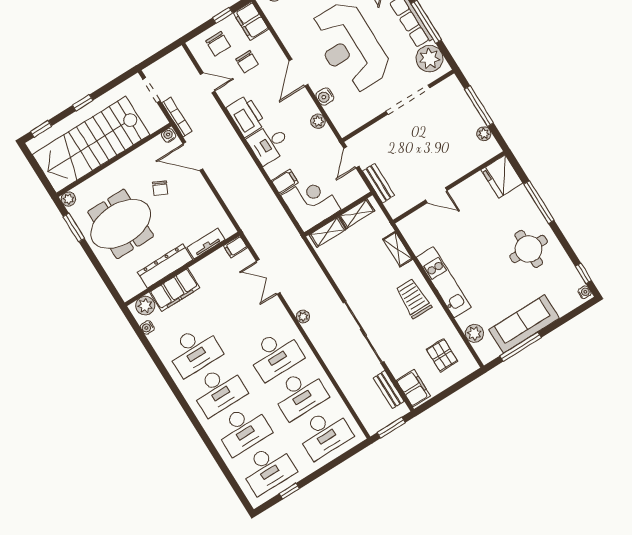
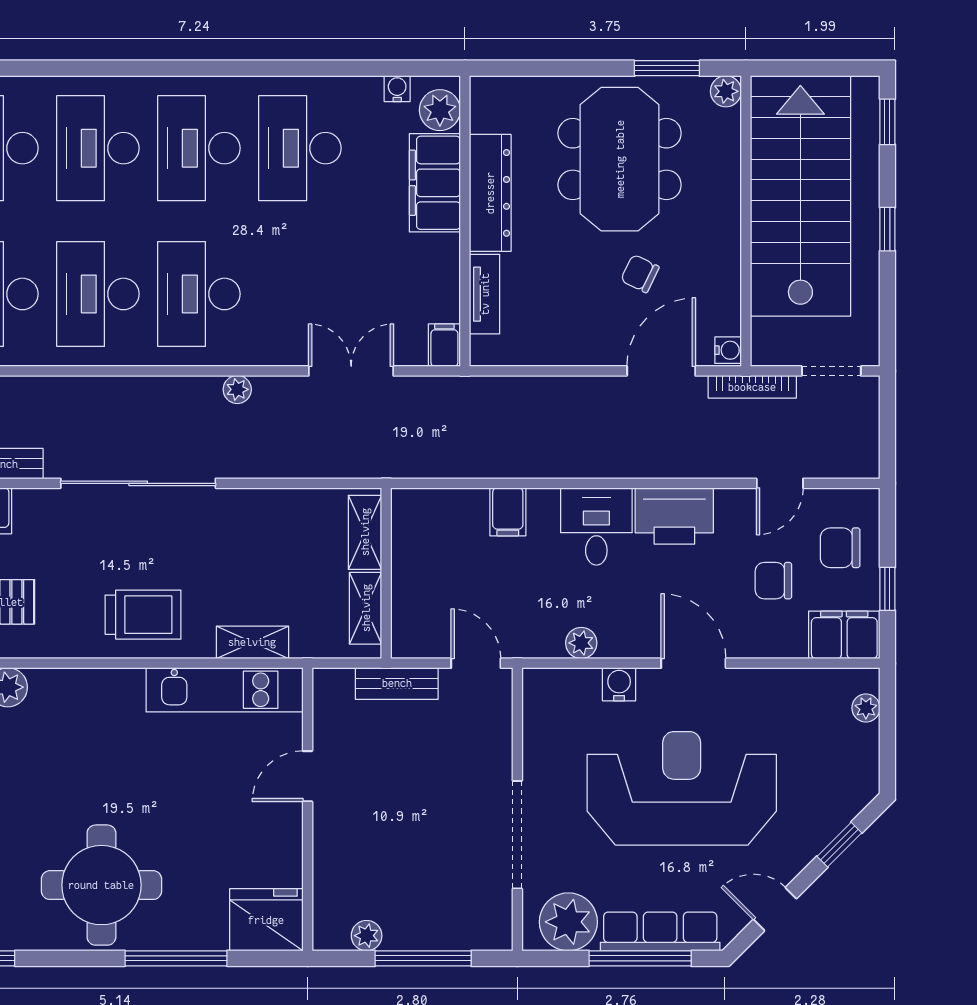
corner desk: (311, 203) -> (439, 536), removed
round table: (529, 249) -> (101, 885), width x1.36, depth x1.36
kitchen unit: (444, 282) -> (225, 690), moved

